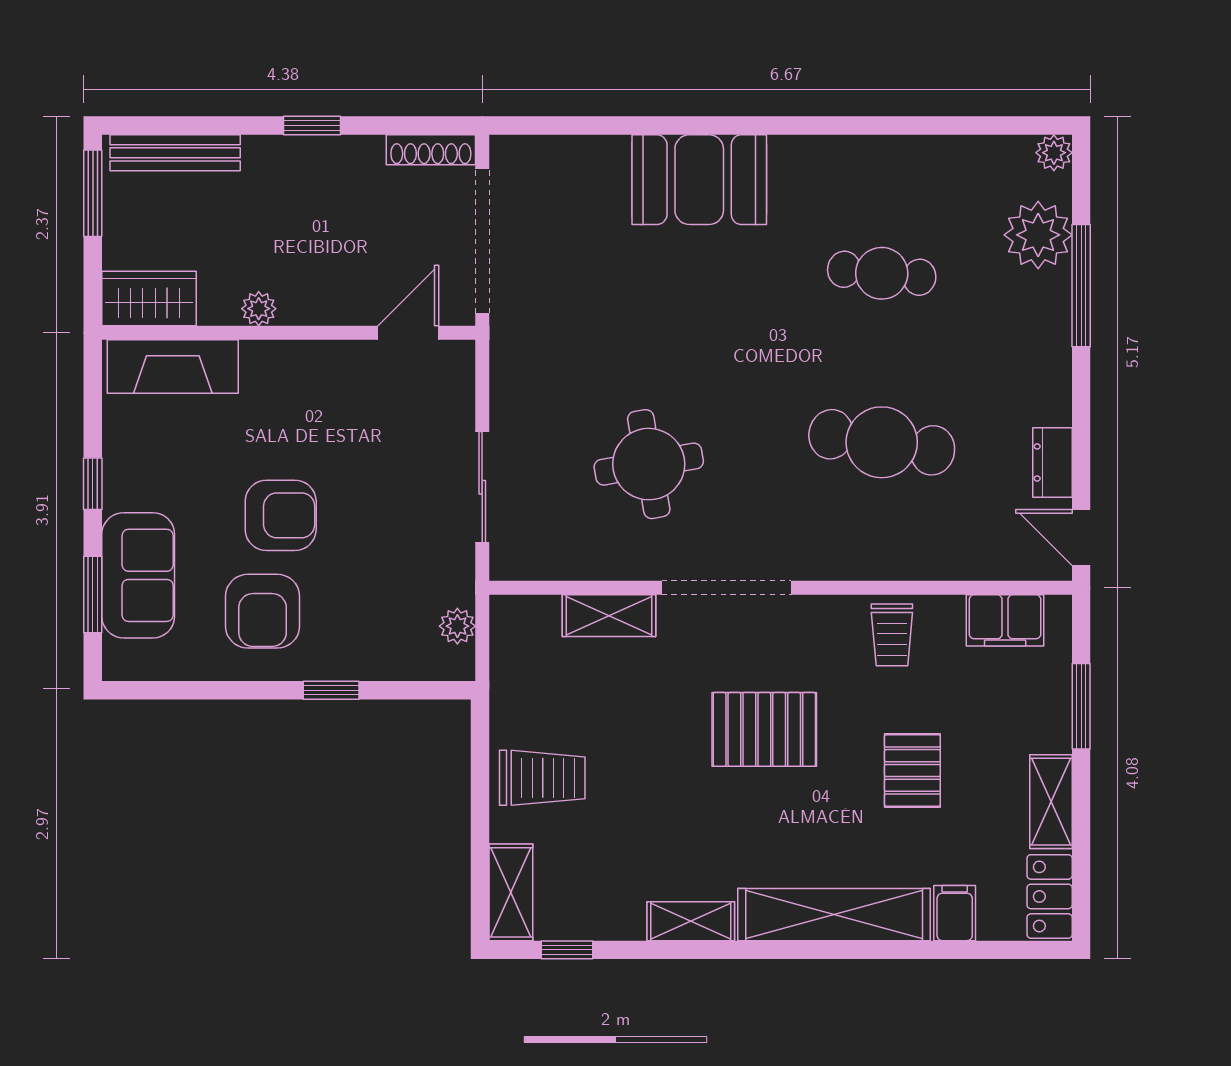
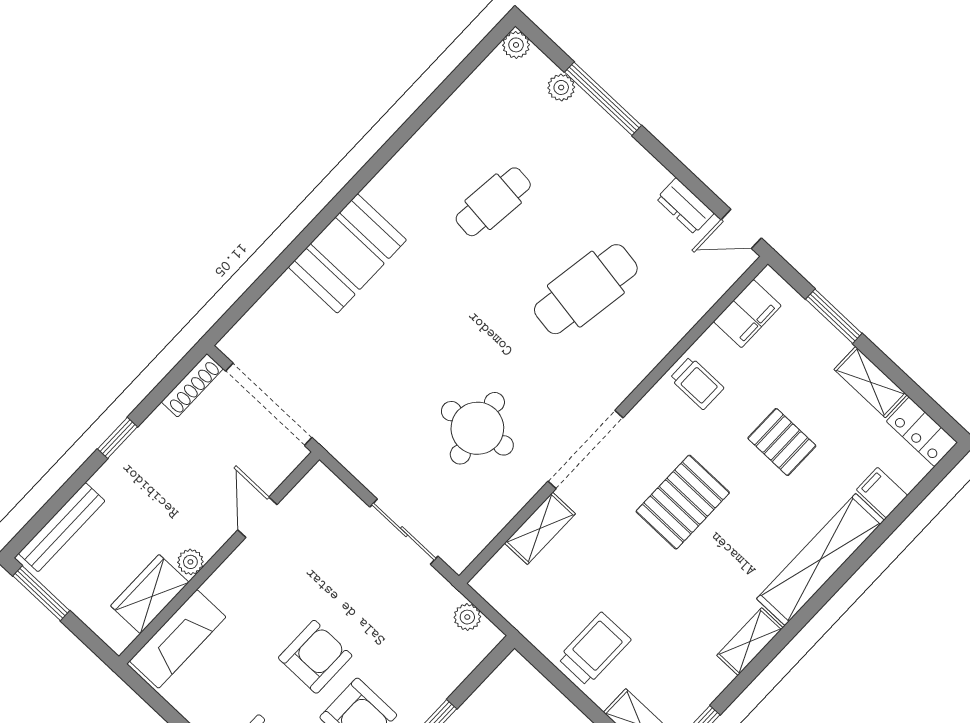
plant: (1038, 235) -> (561, 87), width x0.53, depth x0.53
wardrobe: (149, 299) -> (150, 594), moved
door: (408, 333) -> (257, 517), moved

